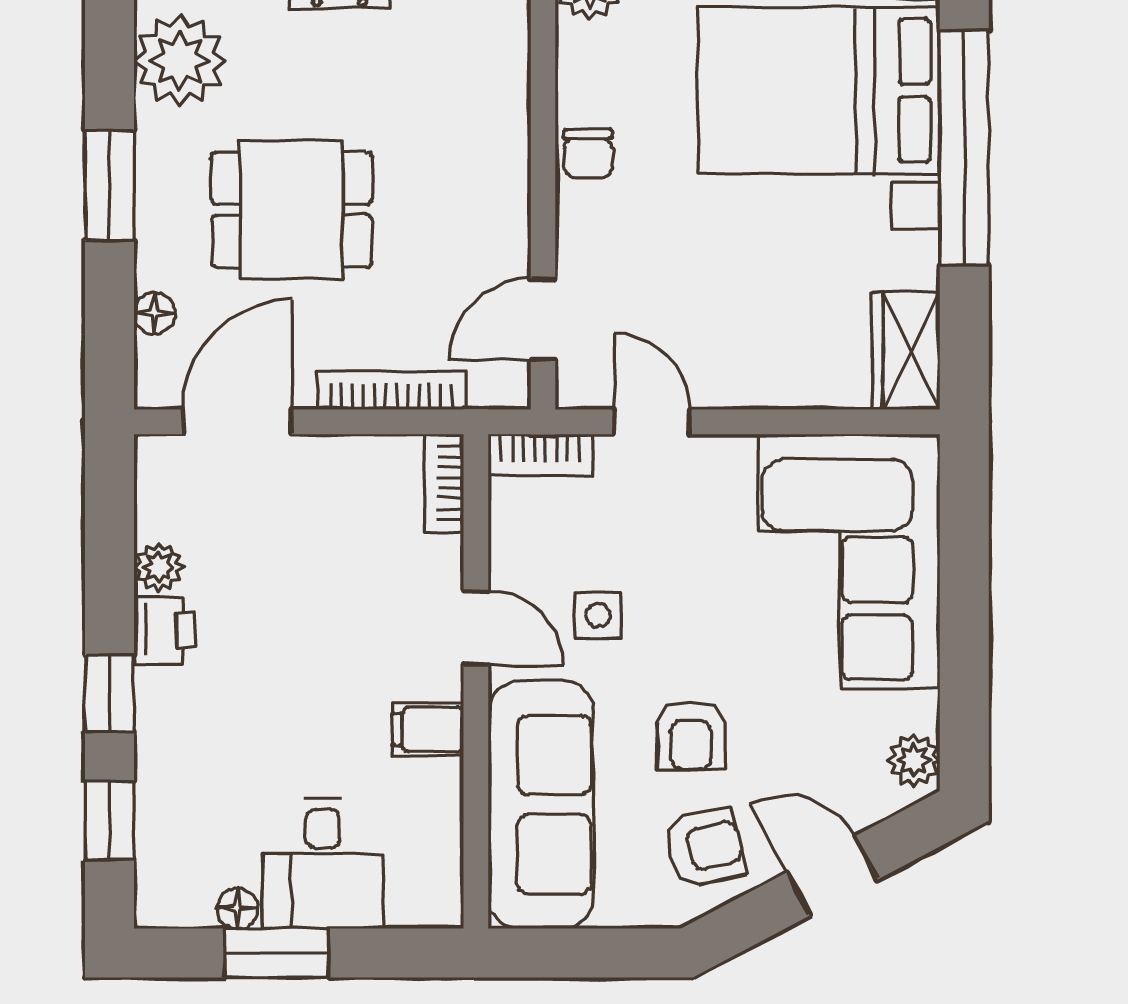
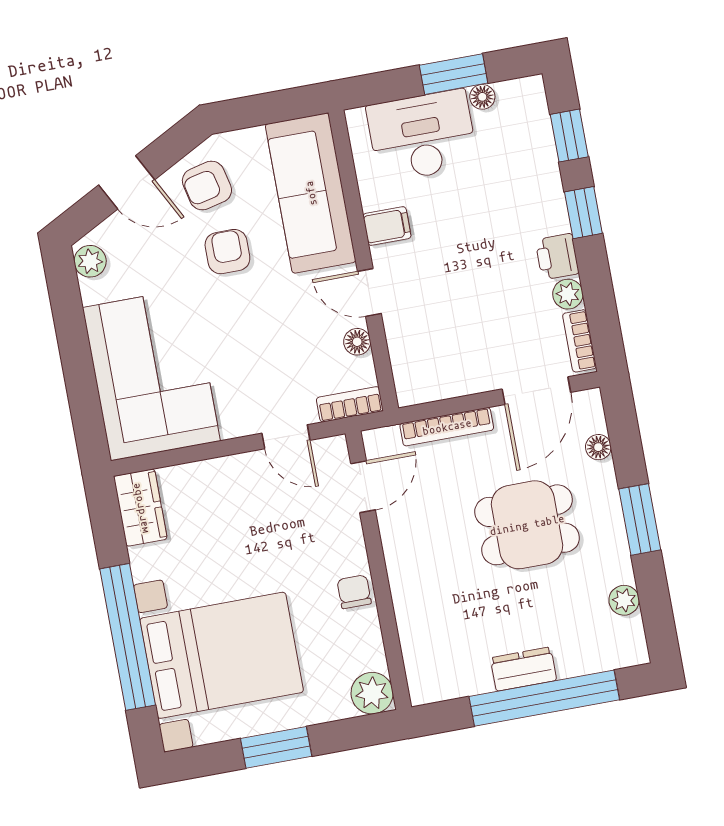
plant: (180, 61) -> (624, 600), width x0.53, depth x0.53
bookcase: (444, 483) -> (580, 341), moved, turned 180
floor lamp: (510, 553) -> (357, 342), added
side table: (598, 615) -> (297, 314), removed
desk: (323, 864) -> (422, 136), width x1.37

